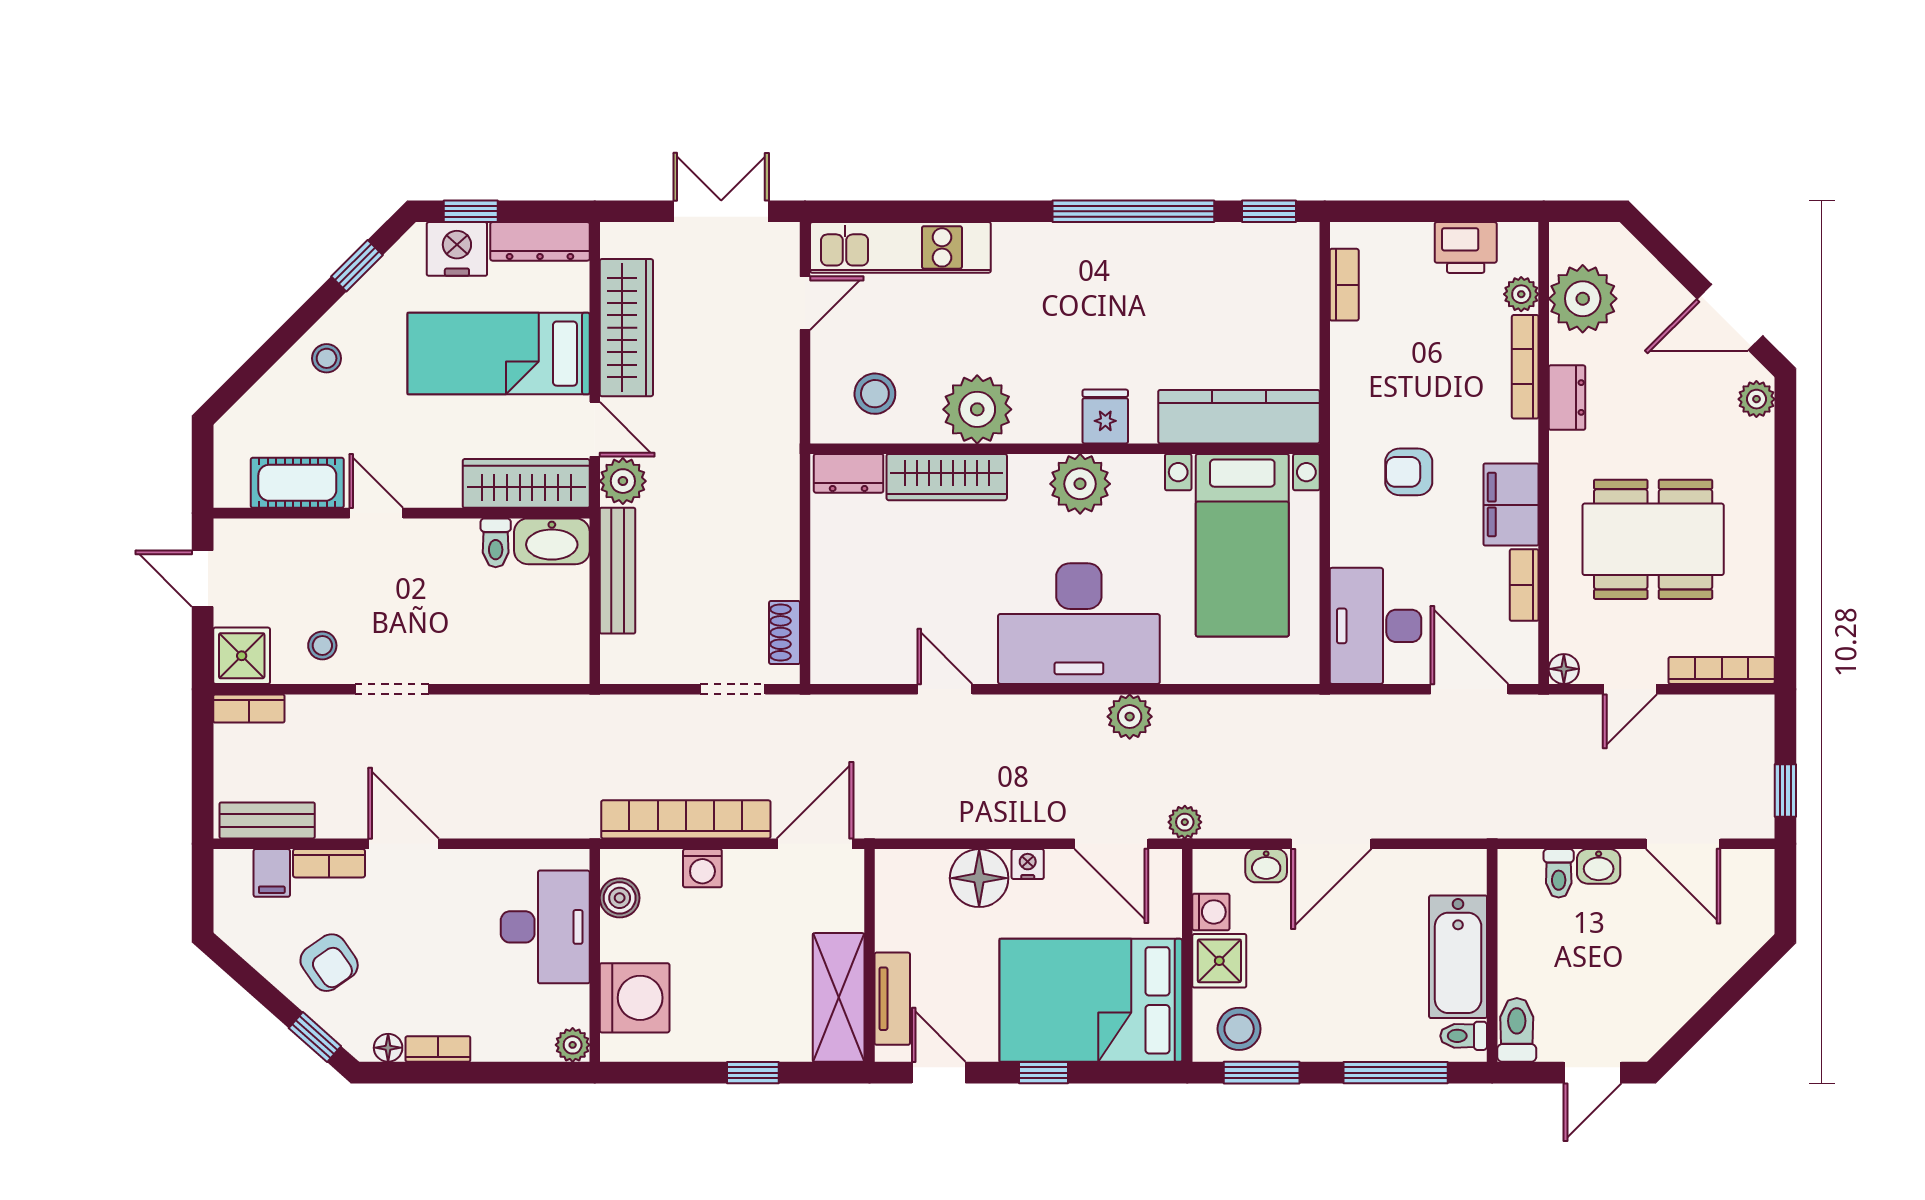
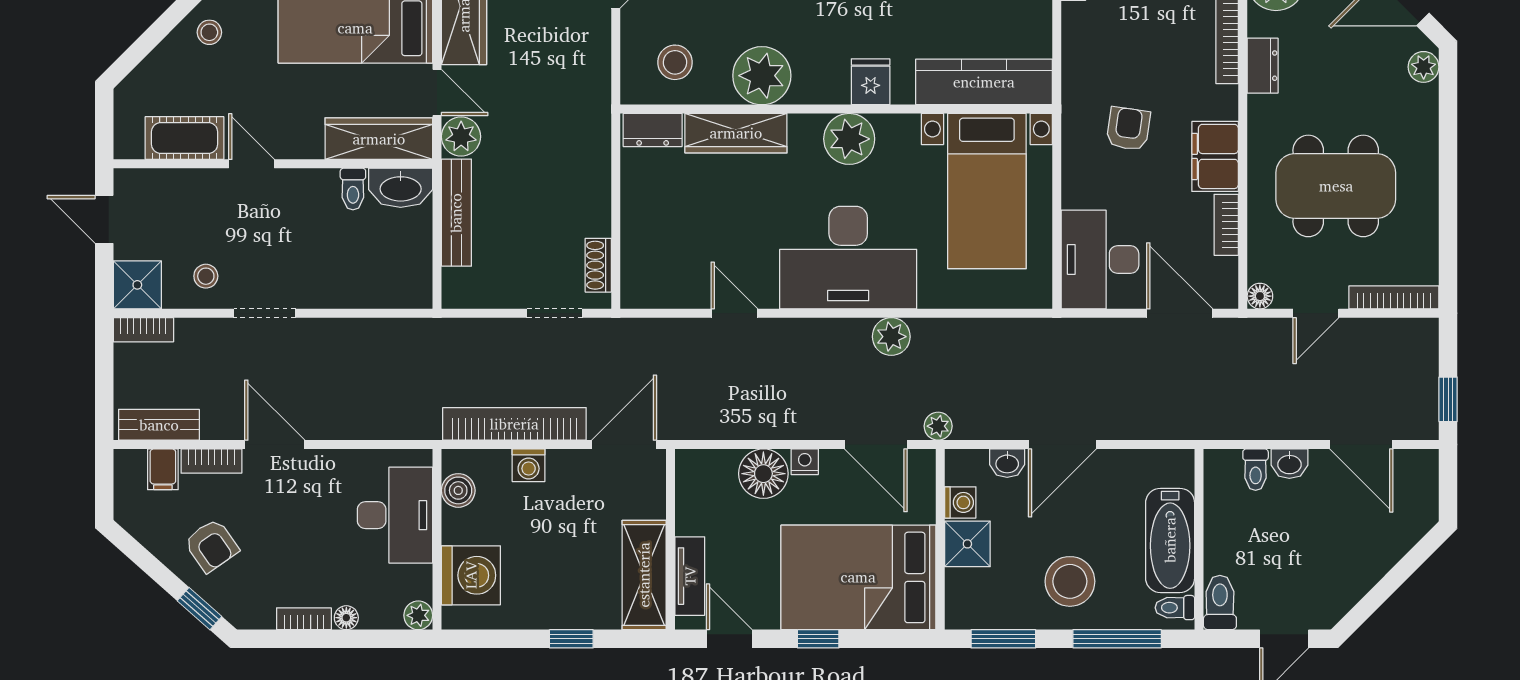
armchair: (1409, 472) -> (1128, 129), turned 98
stool: (1239, 1029) -> (1070, 581), moved, width x1.38, depth x1.38
floor lamp: (388, 1048) -> (346, 618), moved

